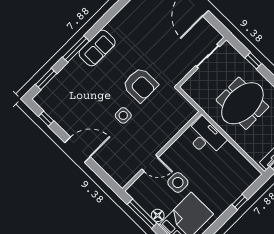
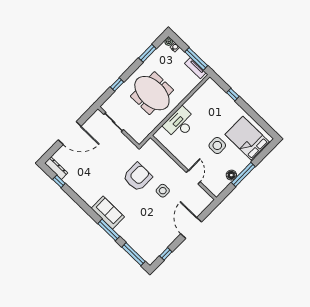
window: (46, 79) -> (134, 254), width x1.44
wall: (162, 151) -> (183, 167), moved
door: (150, 163) -> (193, 177), moved
floor lamp: (158, 215) -> (231, 175), moved

